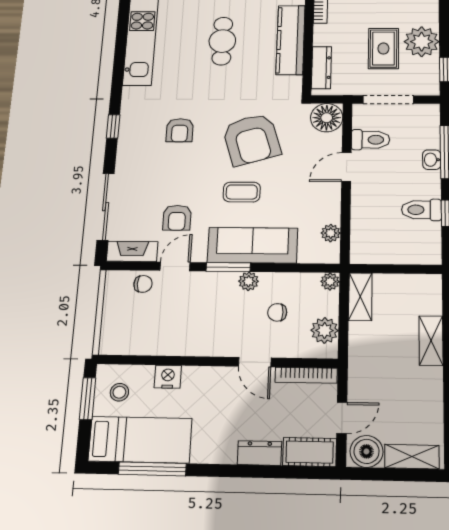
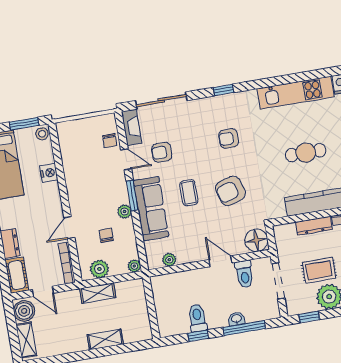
dresser: (321, 68) -> (314, 226), moved
armchair: (252, 139) -> (230, 191), width x0.73, depth x0.73
shelving: (360, 297) -> (98, 293), moved
stool: (119, 392) -> (42, 134), moved

